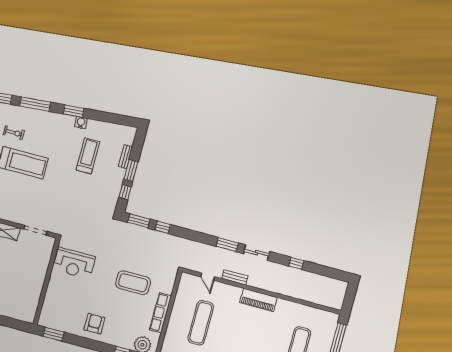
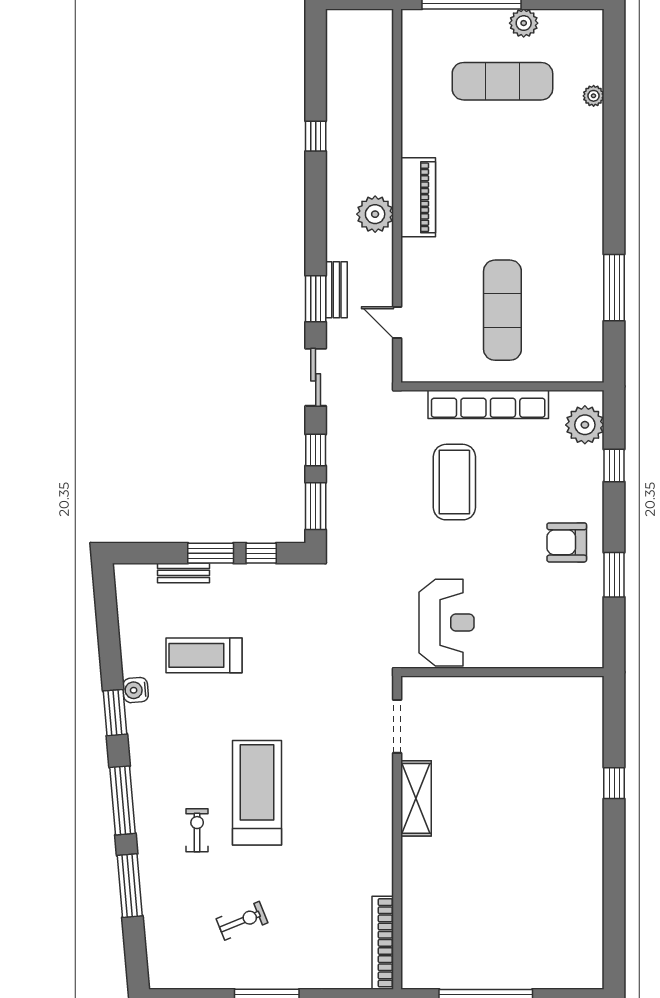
sliding door: (257, 253) -> (316, 377), moved
door: (208, 277) -> (397, 322), swing flipped
bench: (235, 277) -> (336, 290), moved
plant: (256, 280) -> (375, 214), added
row of seats: (160, 313) -> (488, 404), width x1.36
exercise mat: (201, 323) -> (502, 310), turned 90
window: (54, 334) -> (614, 575), moved

